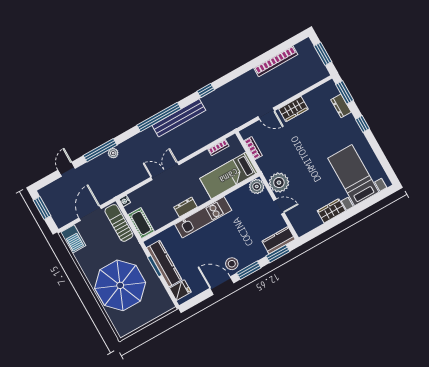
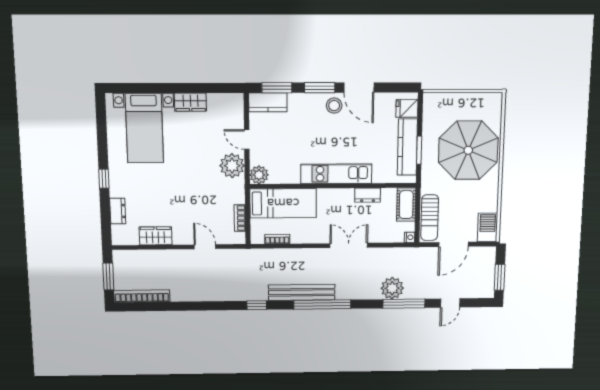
bookcase: (276, 61) -> (142, 296), moved
window: (345, 92) -> (106, 223), removed
wardrobe: (293, 109) -> (155, 236), moved
plant: (113, 153) -> (392, 288), width x1.87, depth x1.87
double door: (165, 171) -> (349, 245), swing flipped
dresser: (186, 207) -> (368, 195), moved

